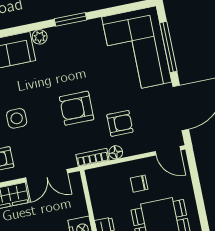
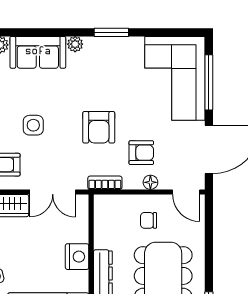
armchair: (77, 108) -> (99, 127), turned -90
floor lamp: (116, 152) -> (150, 182), moved

